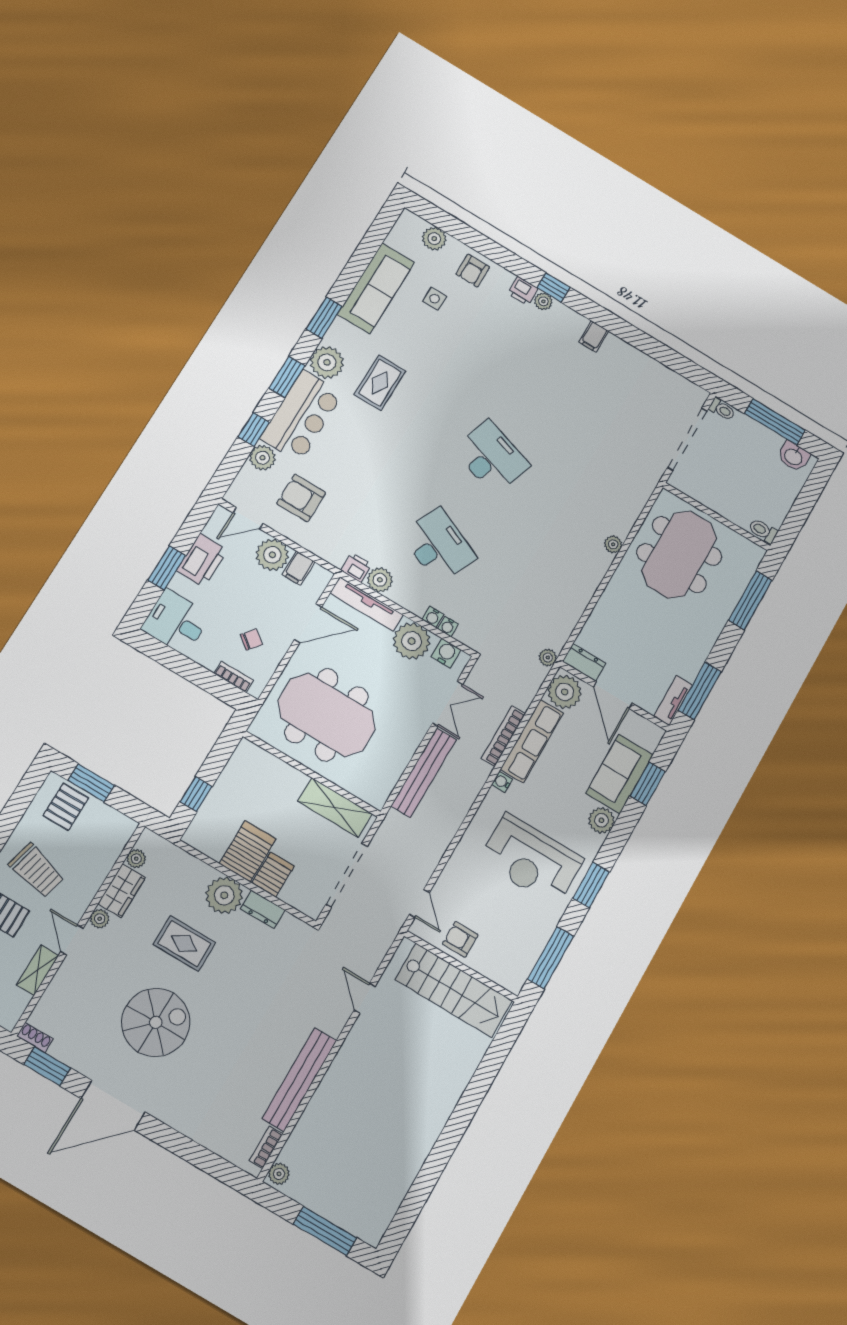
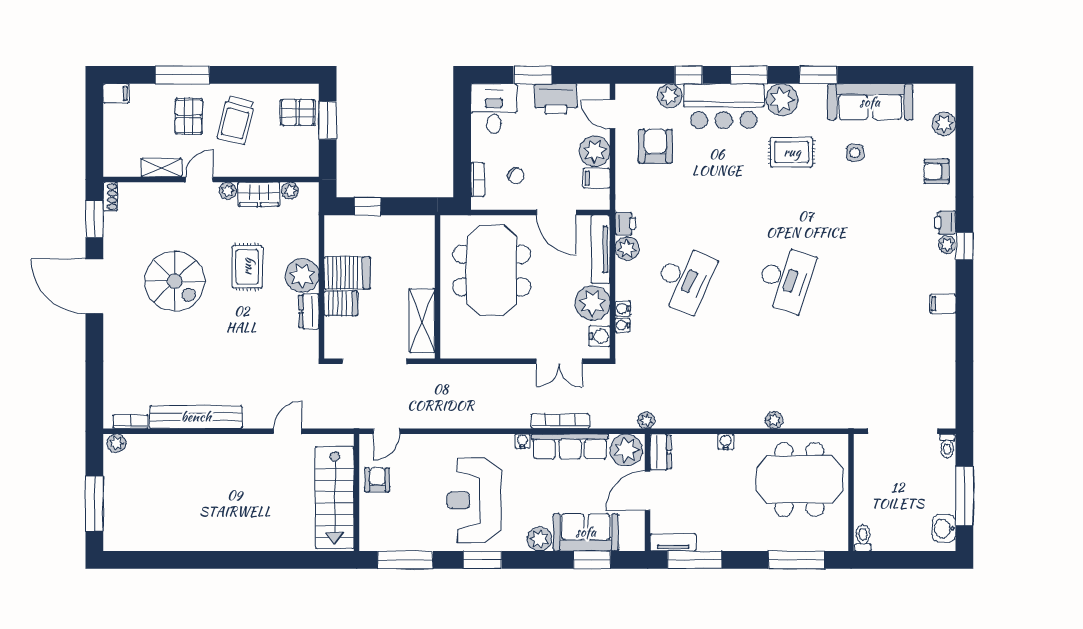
side table: (435, 299) -> (855, 153), moved
water cooler: (608, 599) -> (726, 442), added
bench: (424, 773) -> (492, 374), removed

